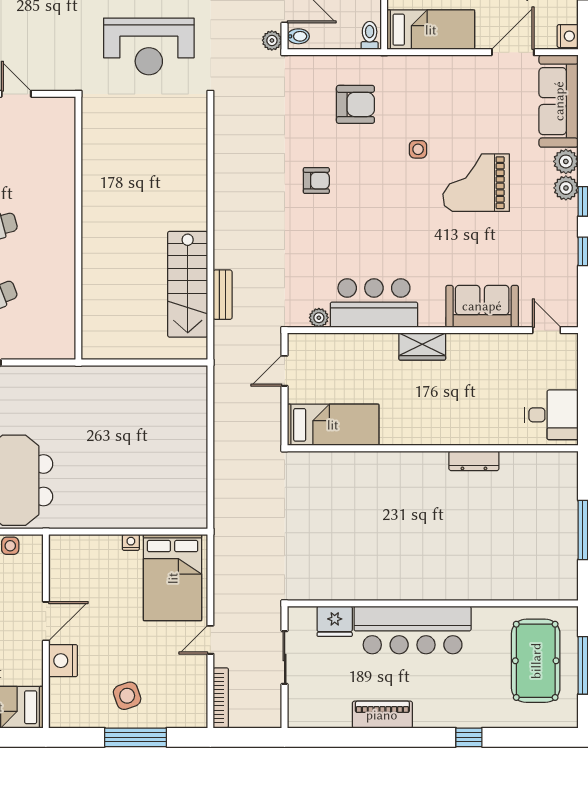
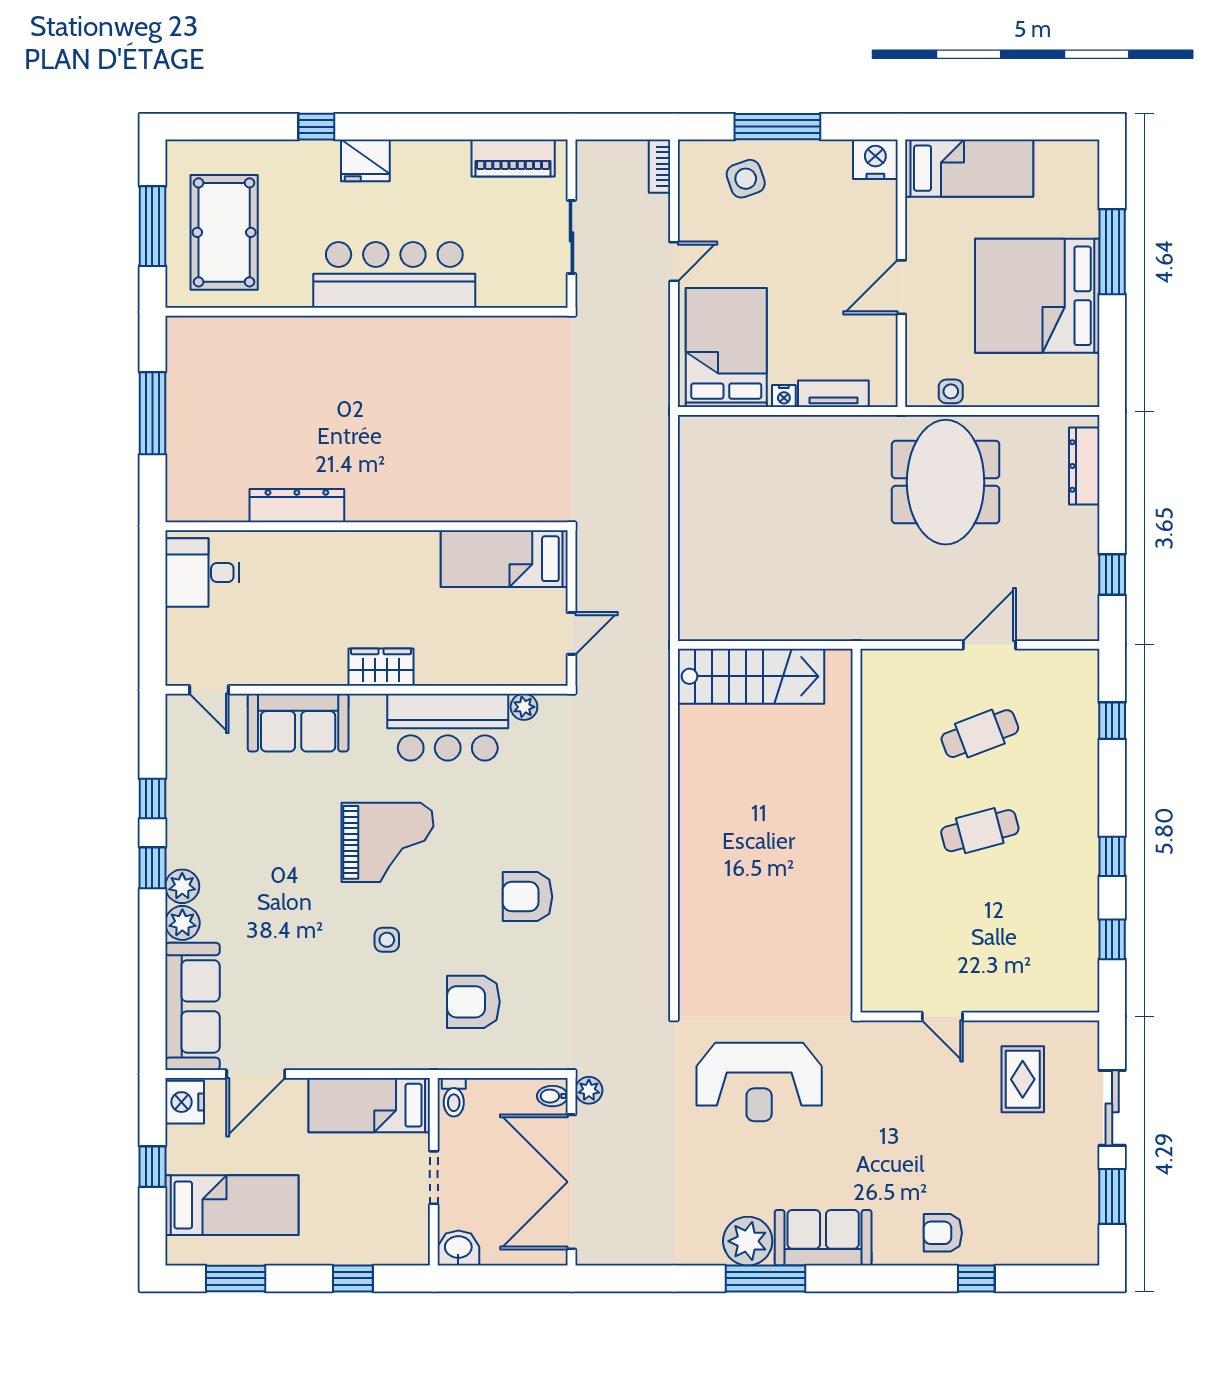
nightstand: (568, 36) -> (185, 1102), width x1.36, depth x1.33
reception desk: (149, 46) -> (759, 1082), turned 180
armchair: (316, 181) -> (527, 897), width x1.38, depth x1.38
grand piano: (476, 183) -> (388, 842), moved
stairs: (188, 284) -> (751, 676), moved, turned 90
bench: (223, 295) -> (657, 739), removed
dresser: (474, 461) -> (297, 506), width x1.37, depth x1.24
tv unit: (95, 544) -> (833, 394), added
fridge: (335, 621) -> (365, 160), moved, turned 180
nightstand: (63, 661) -> (875, 159), moved, turned -90
side table: (127, 696) -> (746, 179), moved
bookcase: (221, 698) -> (660, 166), width x0.64
piano: (382, 715) -> (513, 158), moved

